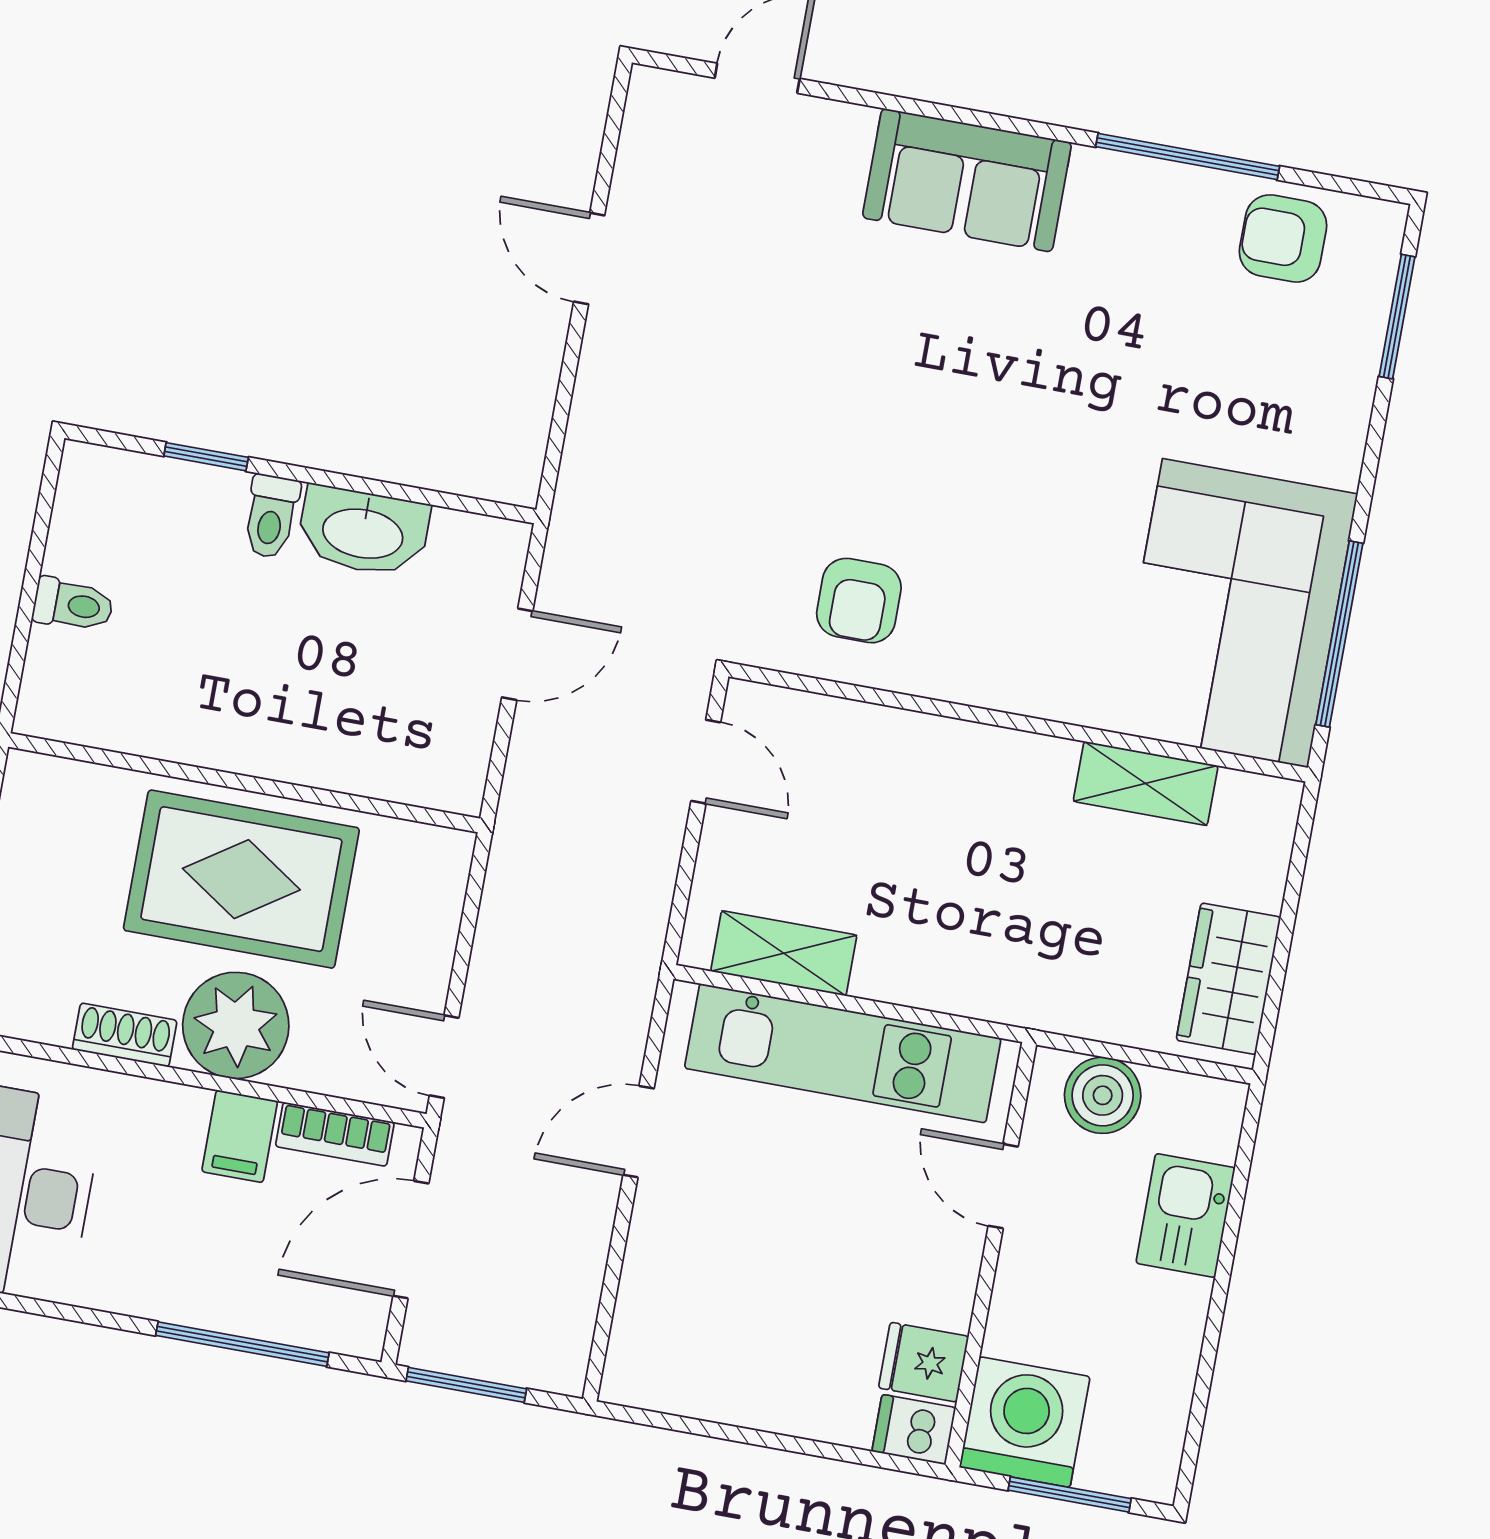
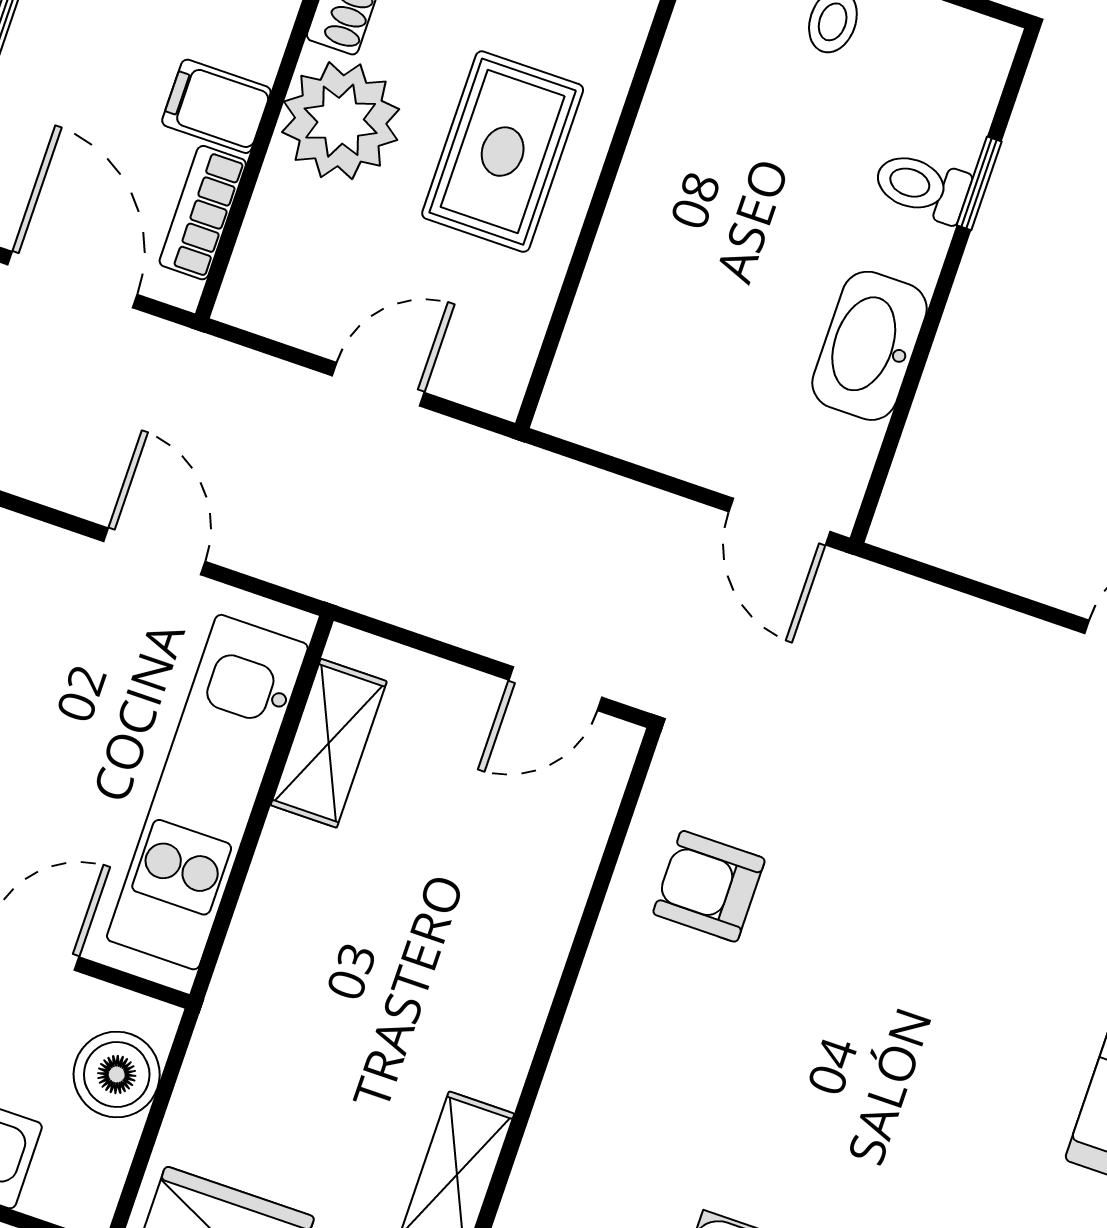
toilet: (271, 516) -> (922, 187), moved
door: (517, 654) -> (779, 522), moved
rug: (241, 879) -> (503, 152), width x0.73, depth x0.70
door: (444, 1057) -> (378, 384), moved

